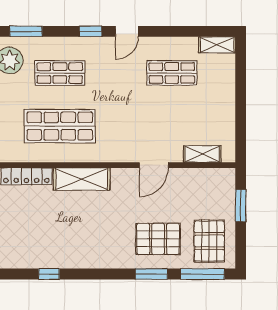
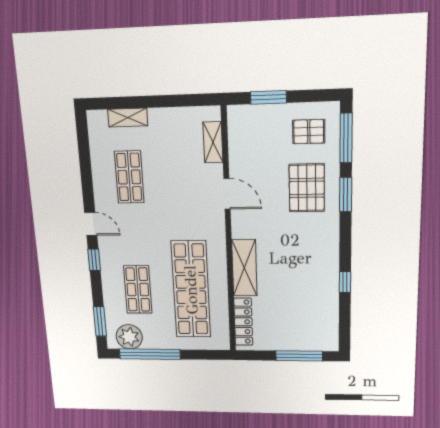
shelving: (217, 45) -> (128, 118), moved, turned 90
shop shelf: (60, 126) -> (191, 290), width x1.40
pallet: (209, 241) -> (309, 132), width x0.67, depth x0.71
window: (49, 274) -> (345, 282), moved

